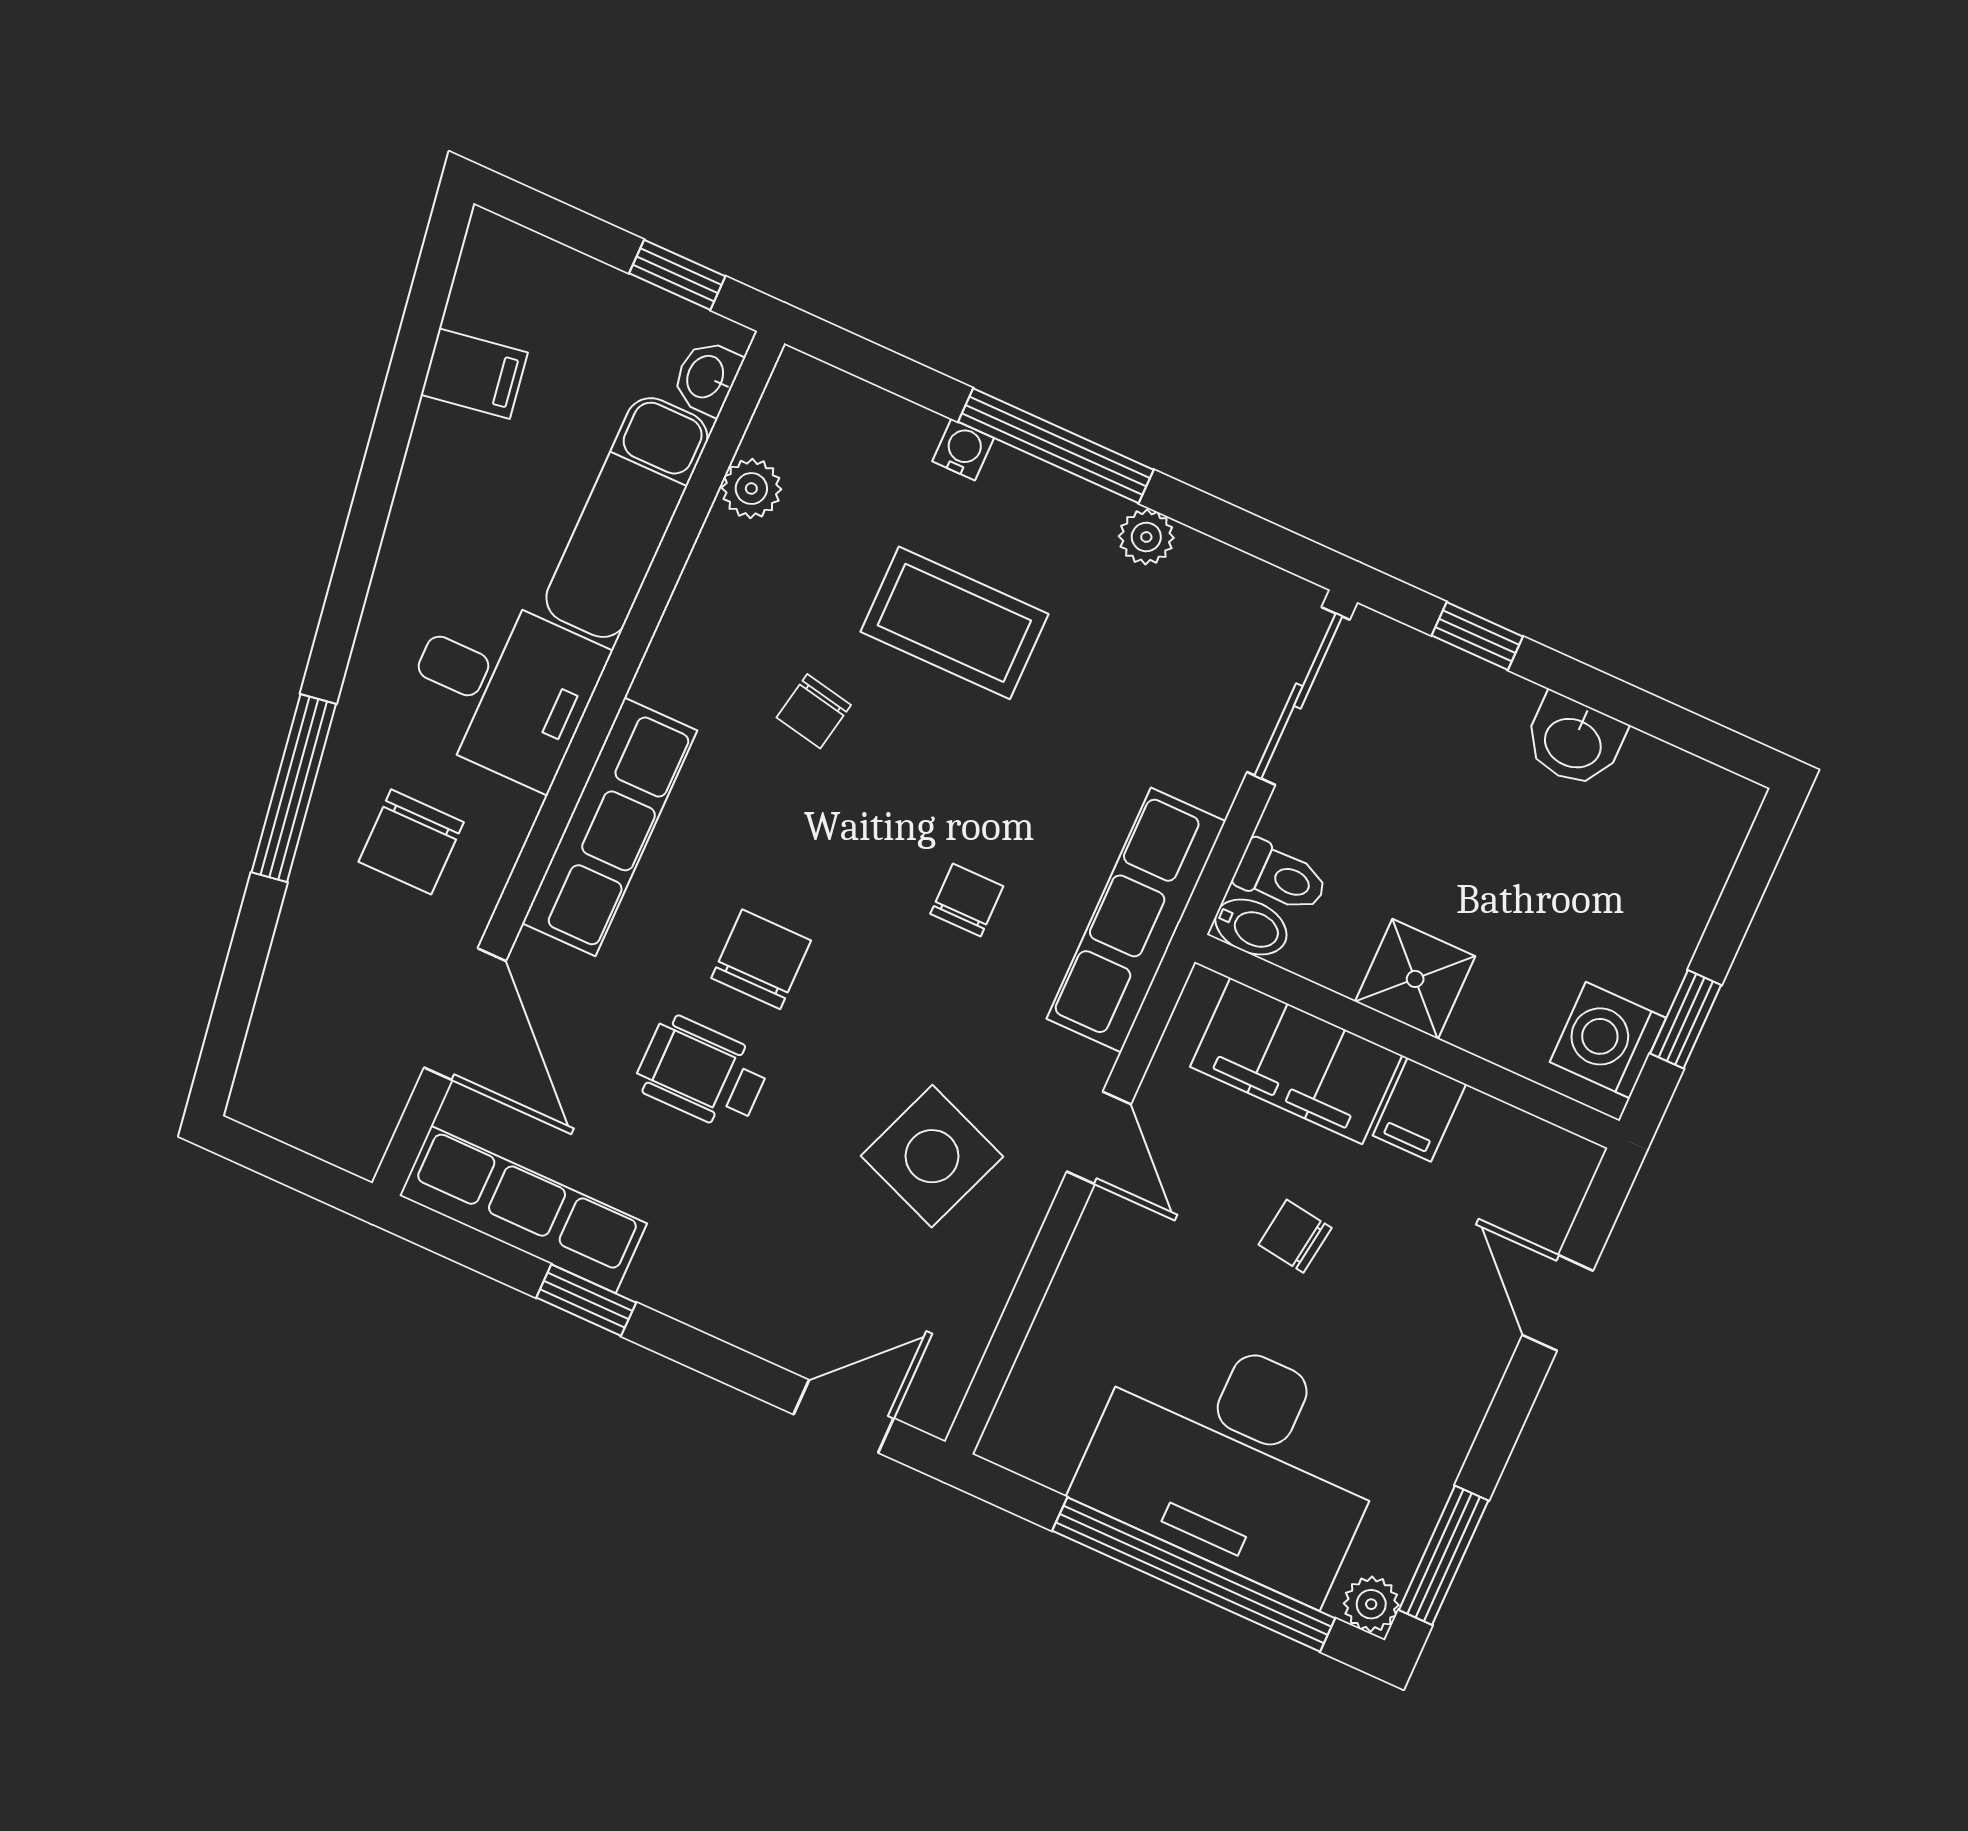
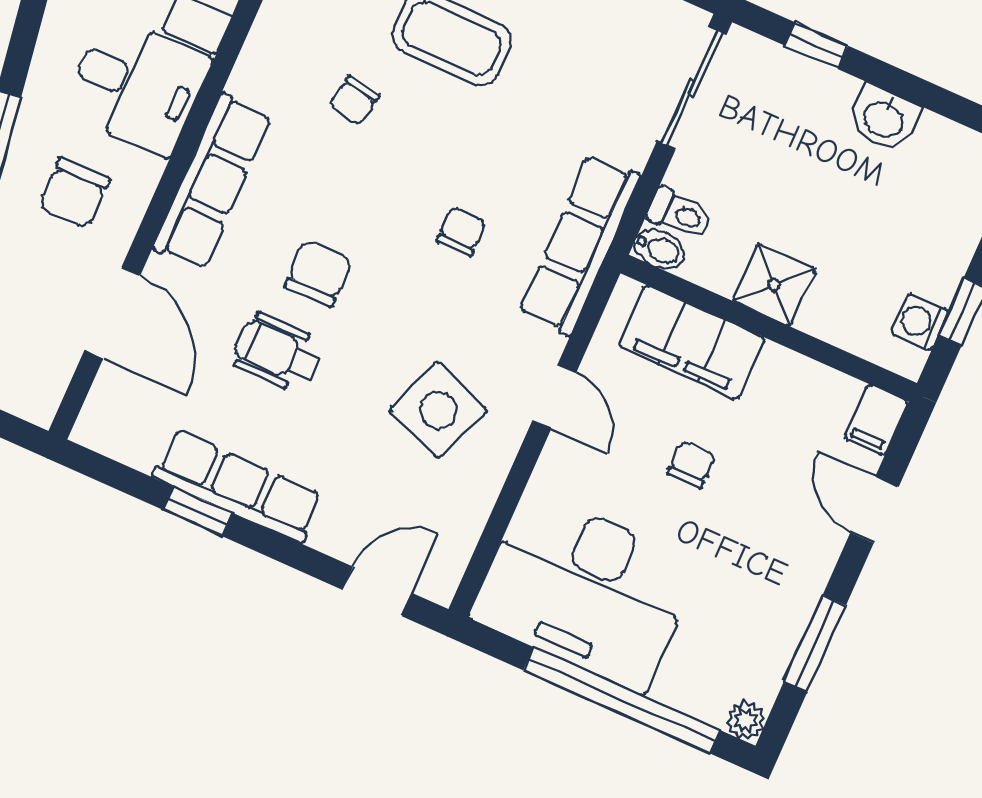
washing machine: (1608, 1040) -> (920, 322), width x0.73, depth x0.73
filing cabinet: (1419, 1110) -> (876, 420), moved
row of seats: (523, 1209) -> (238, 486), moved
chair: (1295, 1236) -> (691, 464), turned 82
desk: (1236, 1459) -> (585, 591), moved
window: (1444, 1555) -> (815, 644), moved

